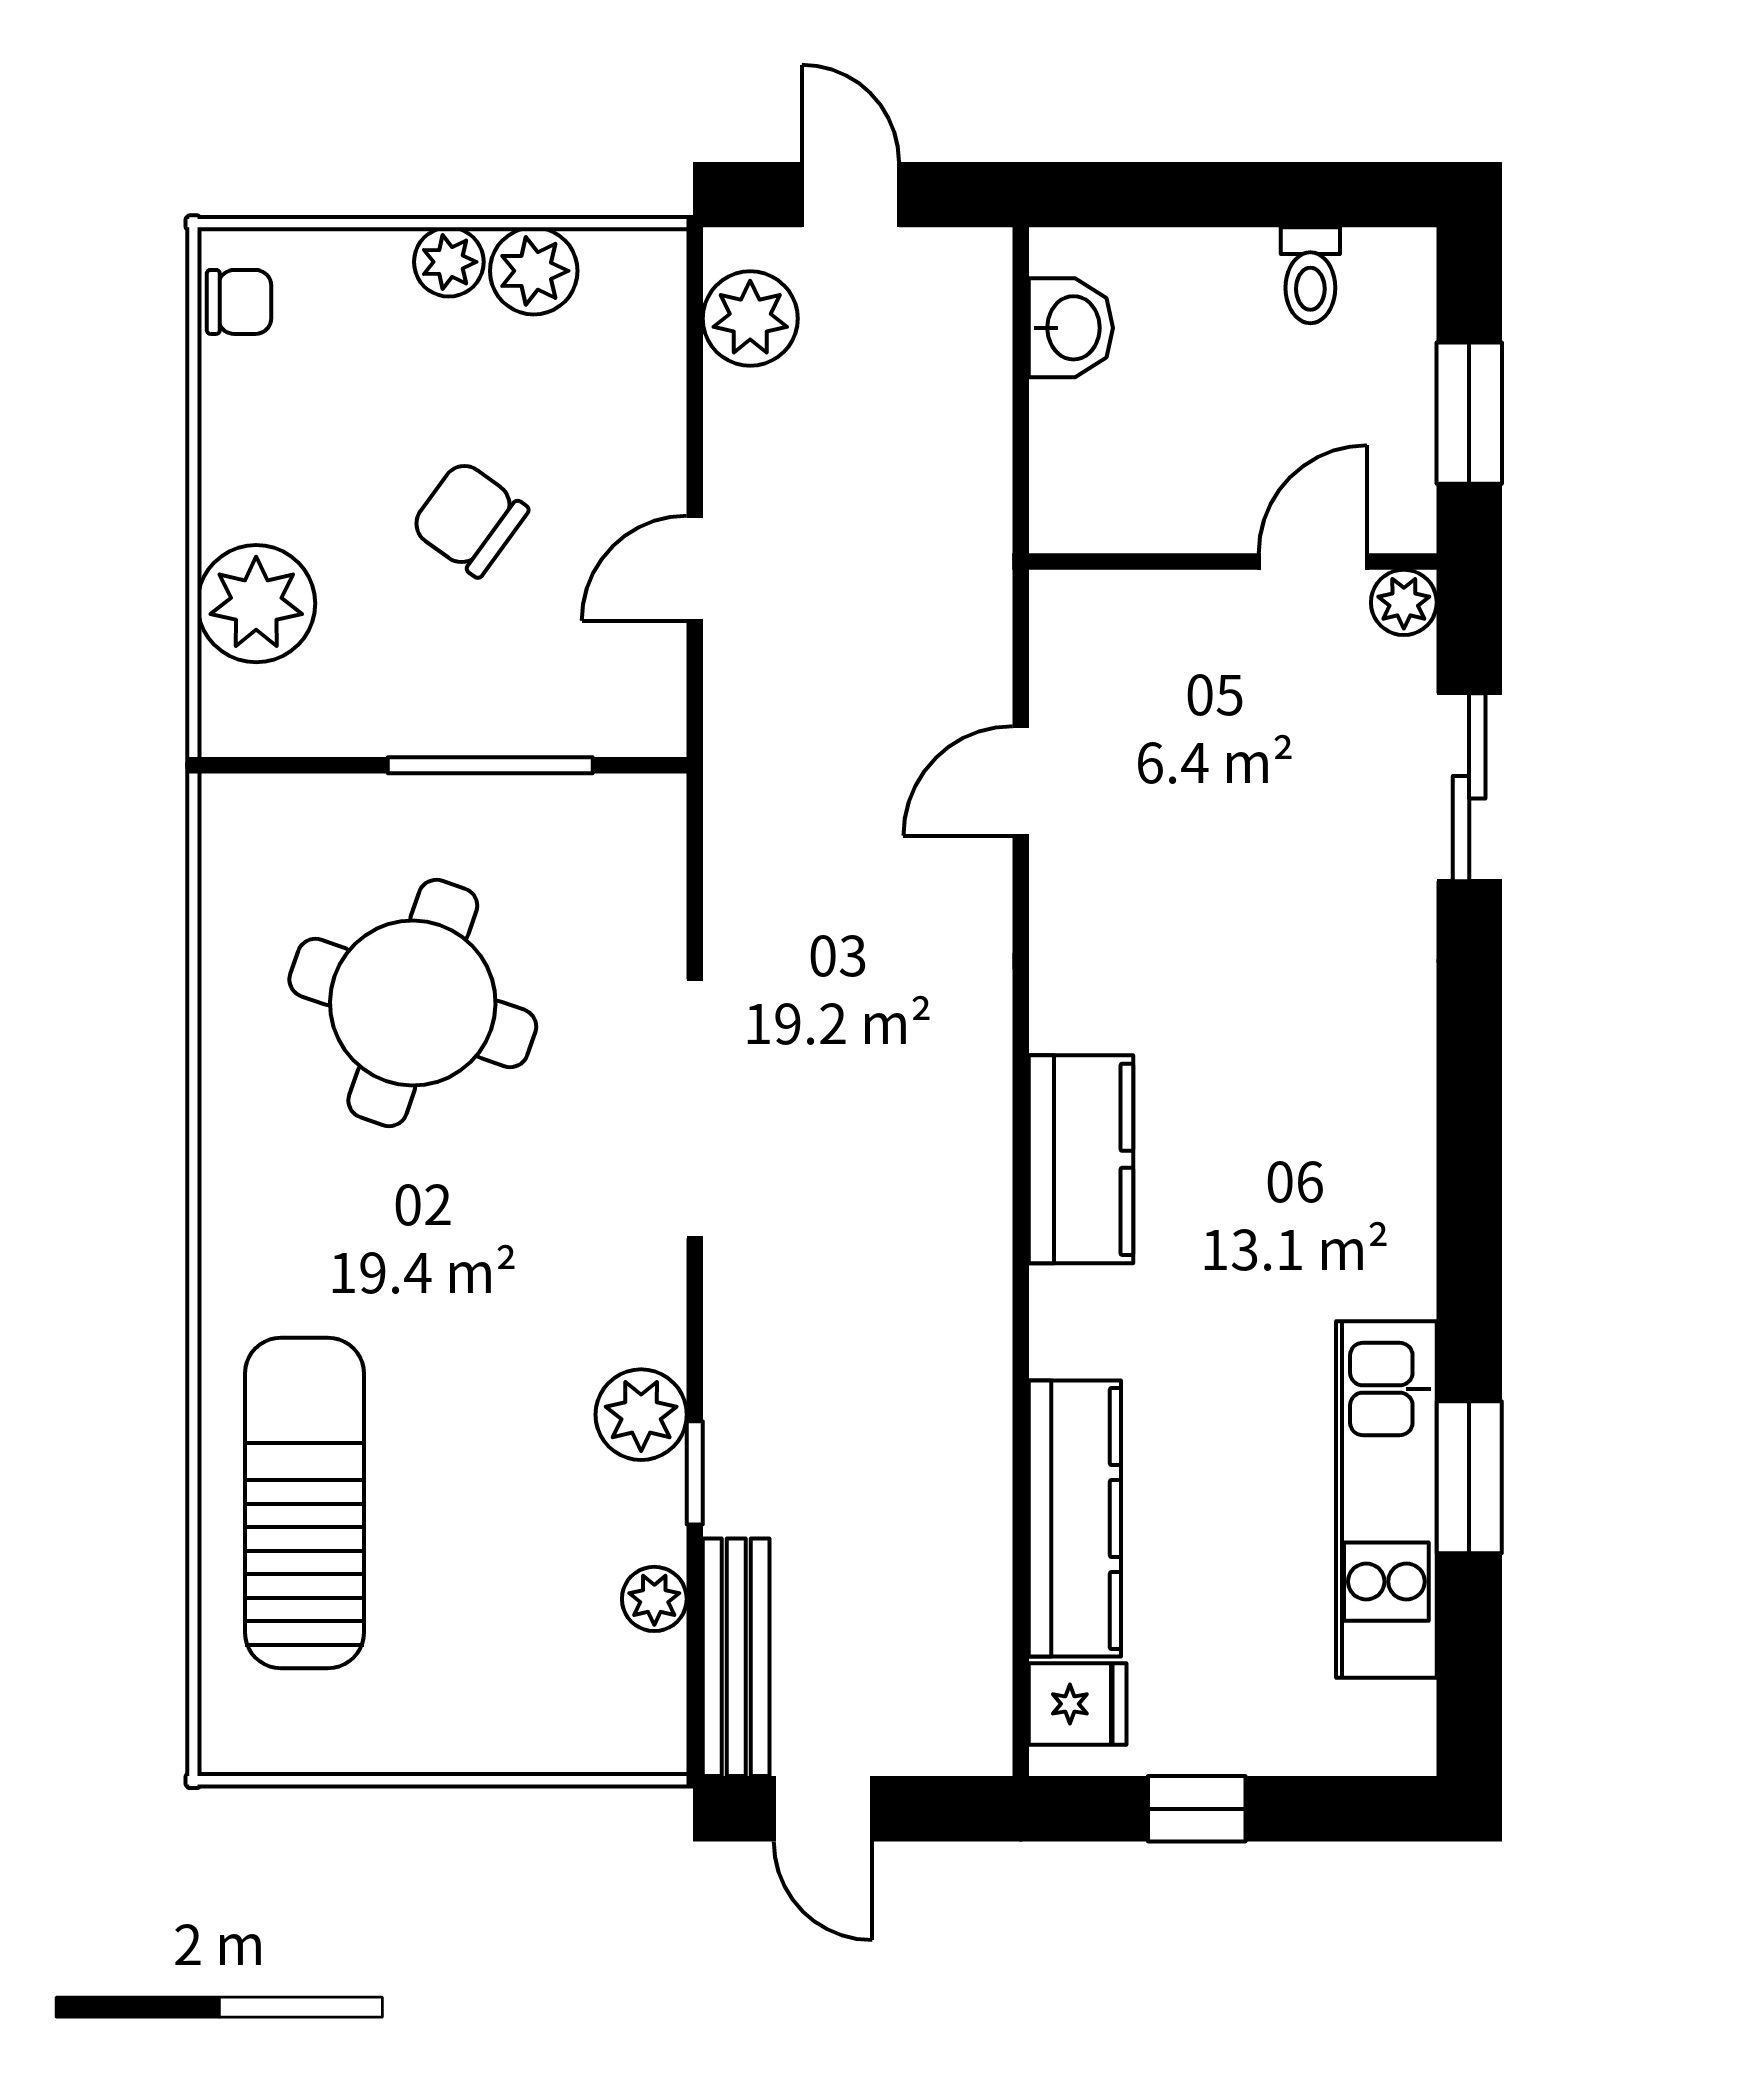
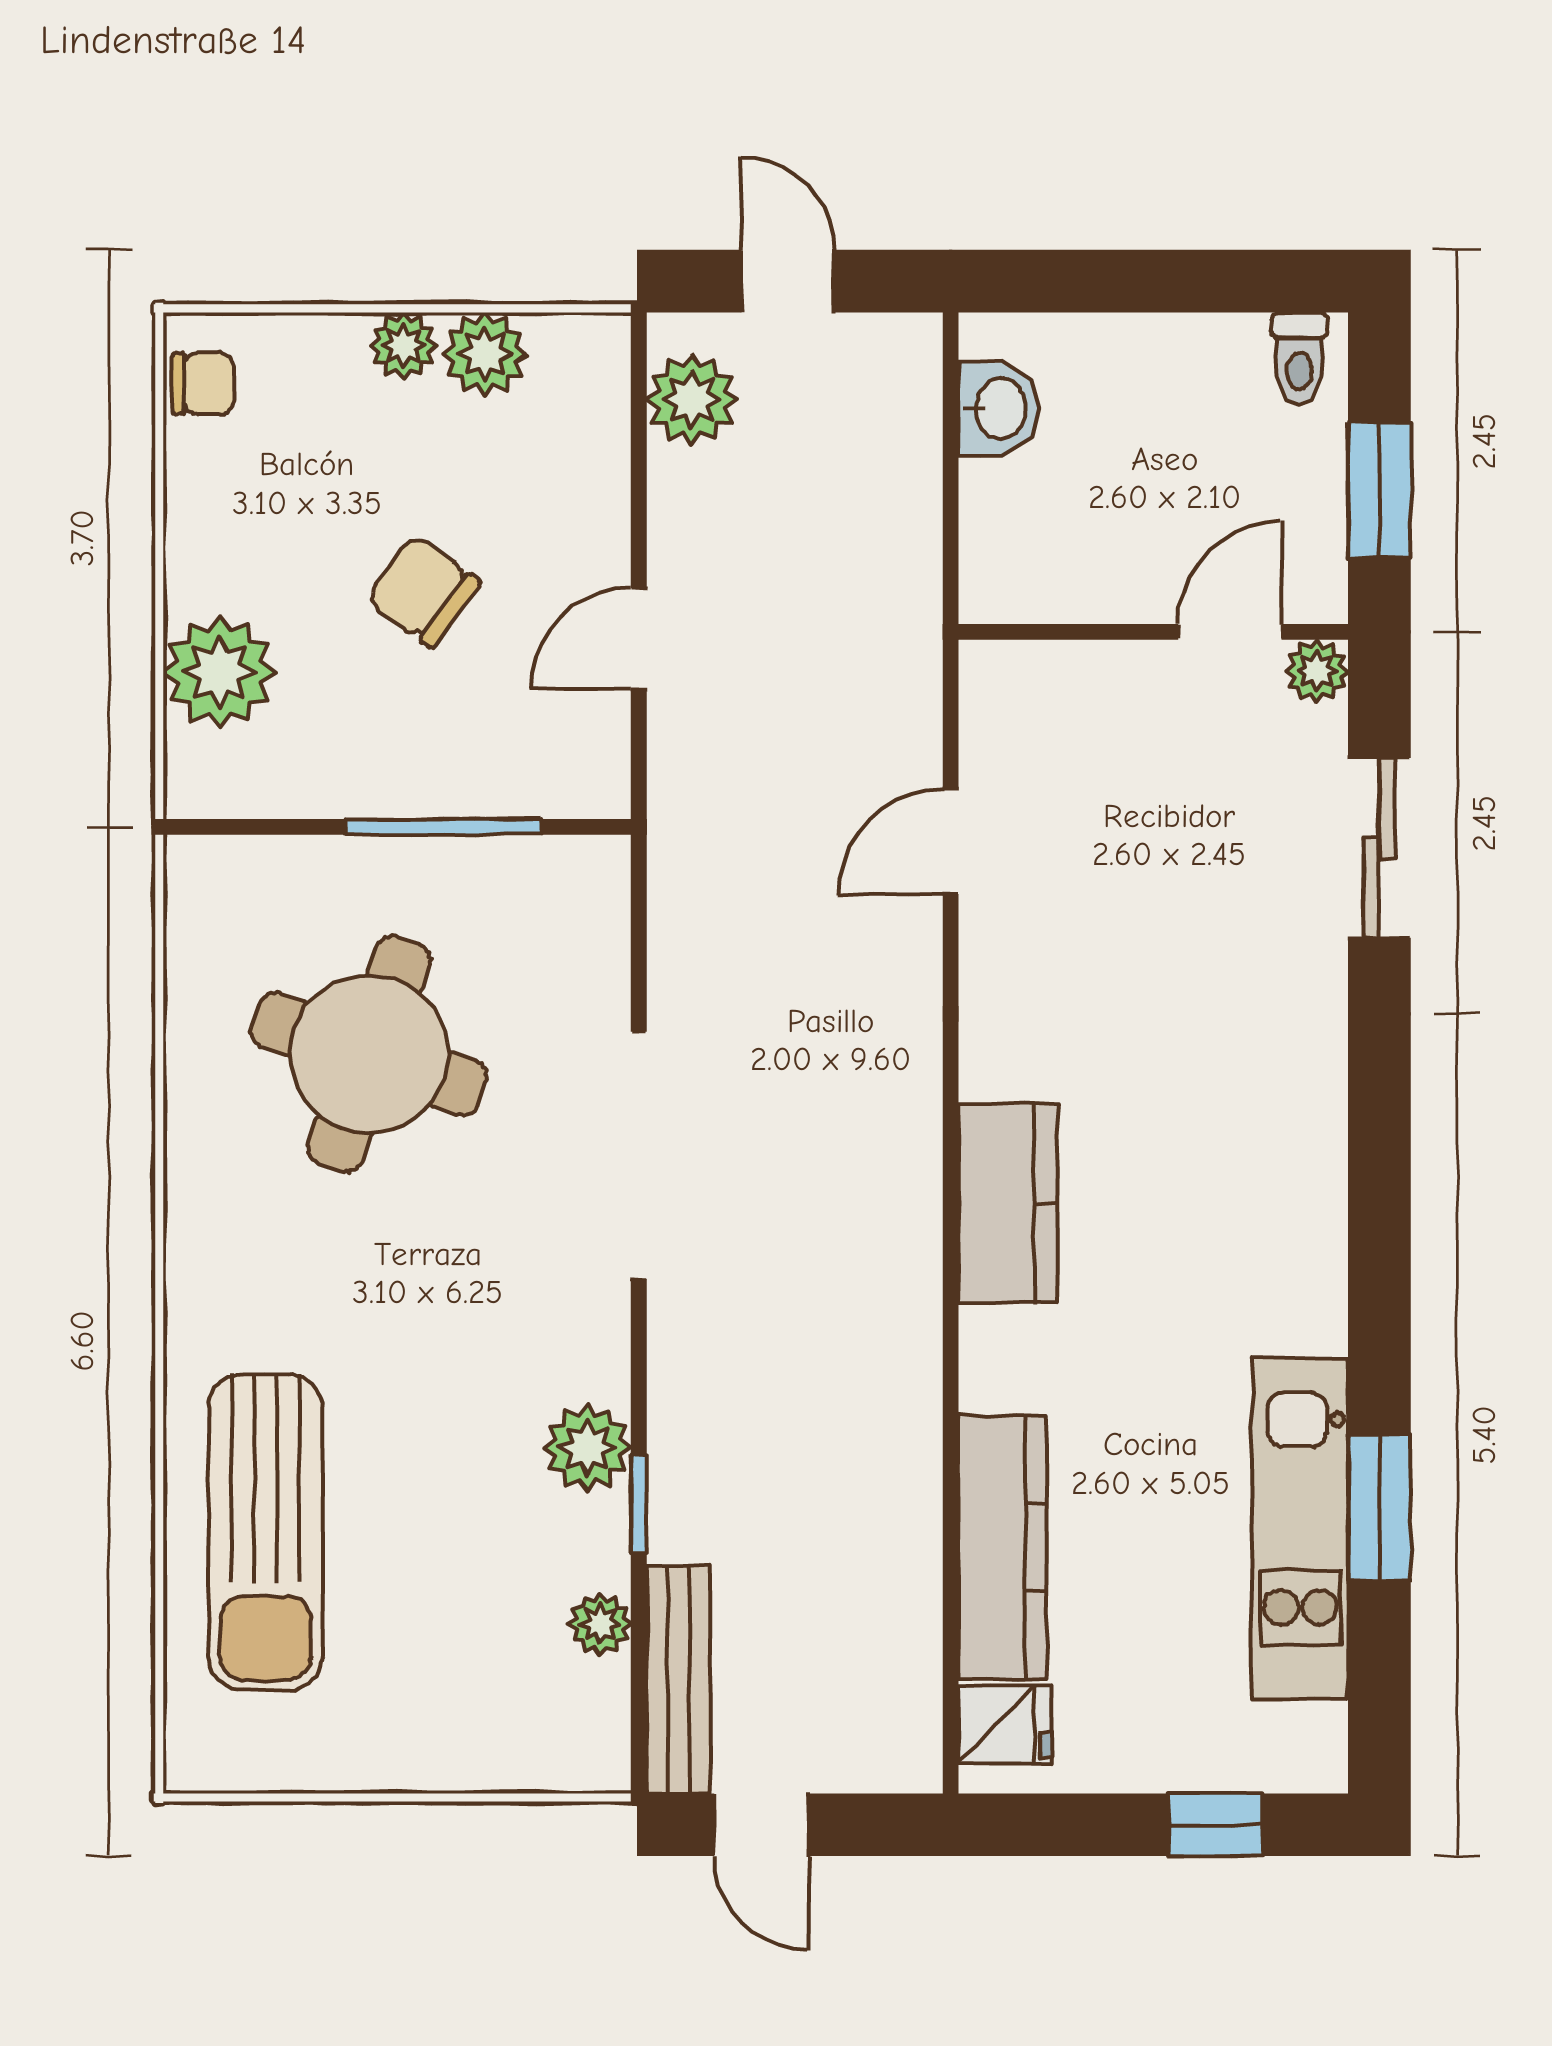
toilet: (1310, 275) -> (1299, 358), moved
sun lounger: (304, 1503) -> (265, 1532), turned 180
window: (1197, 1809) -> (1215, 1825), moved

